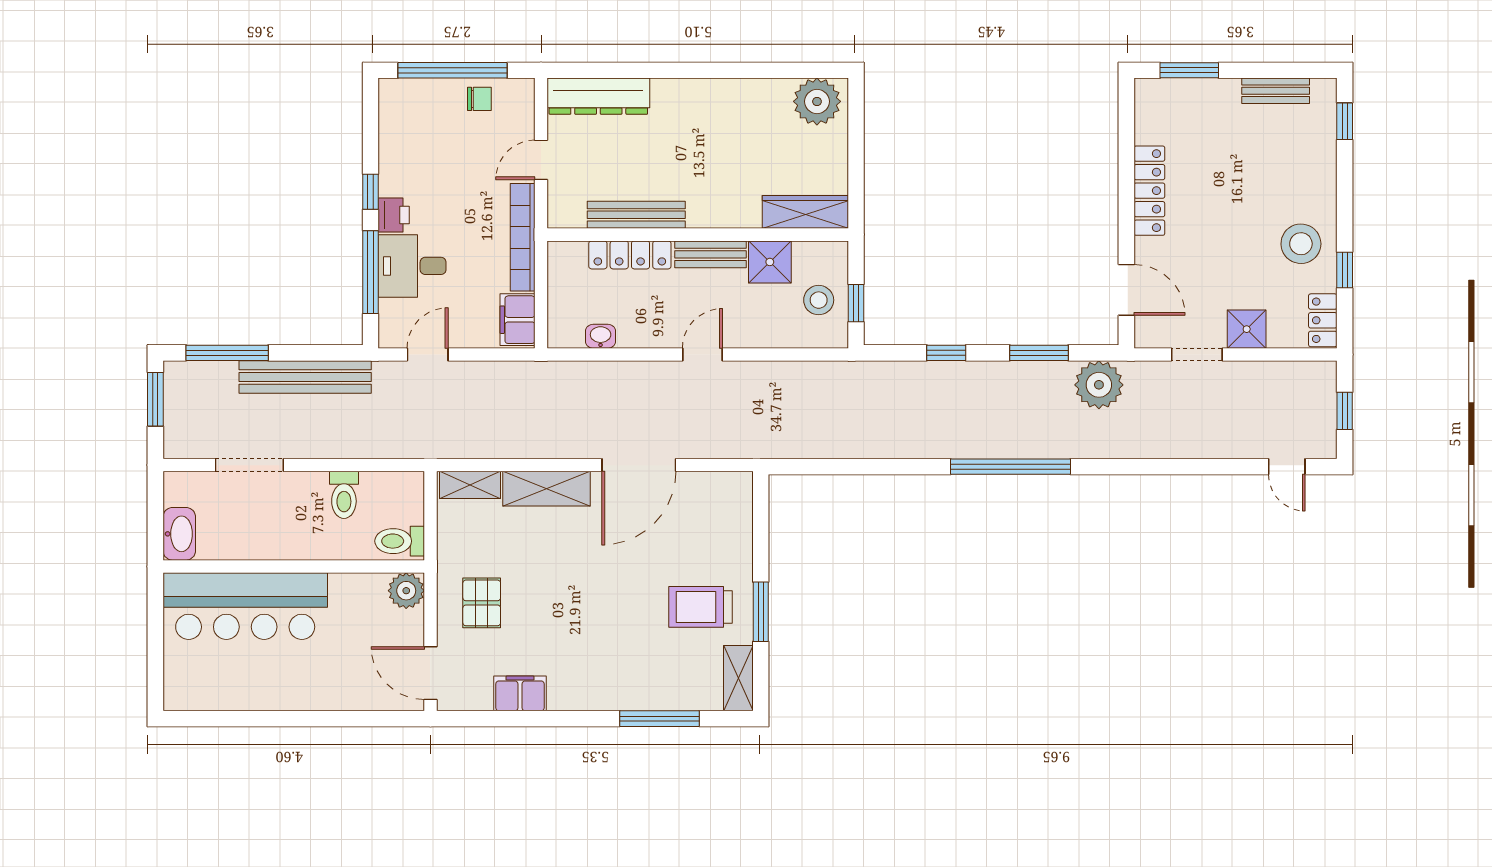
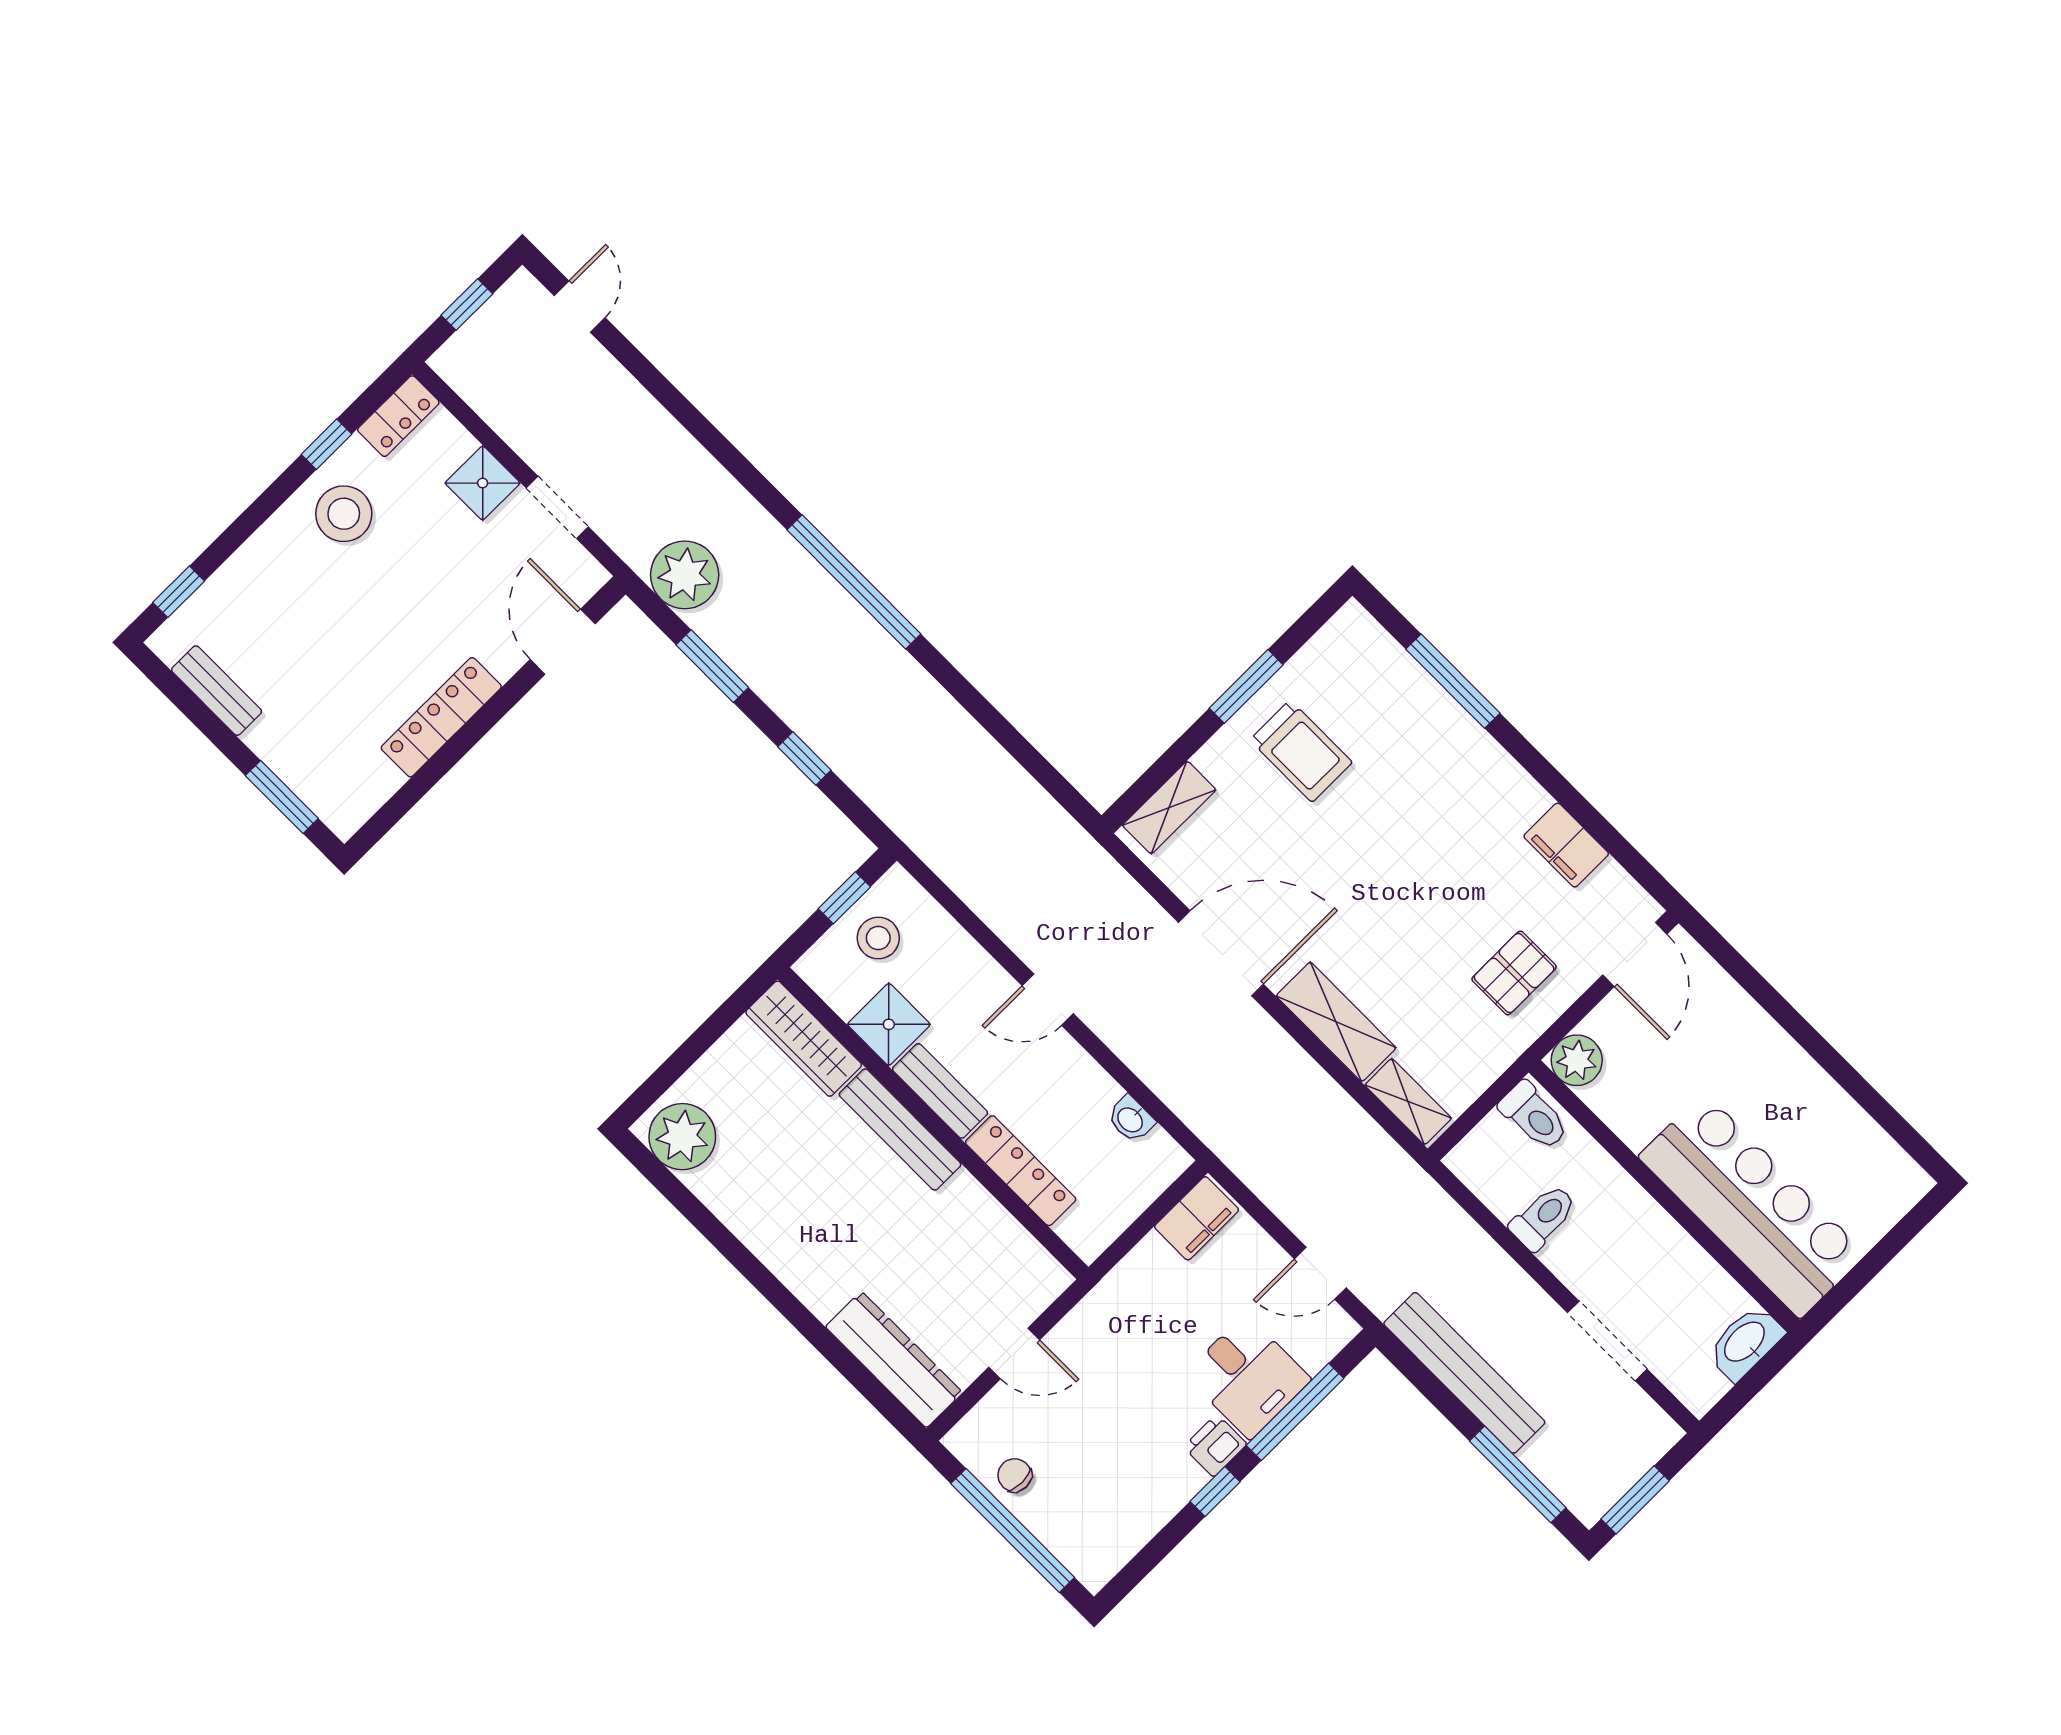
bench: (636, 215) -> (900, 1130), moved
bookcase: (523, 237) -> (1109, 1295), removed
shelving: (738, 678) -> (1169, 808), moved

